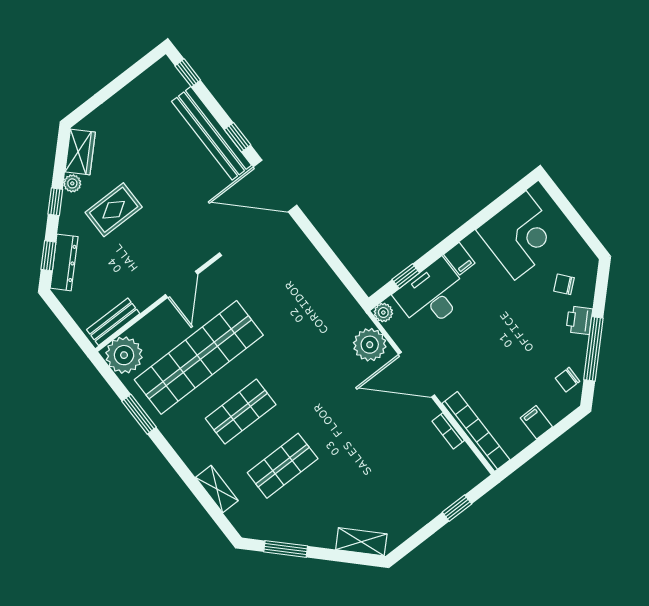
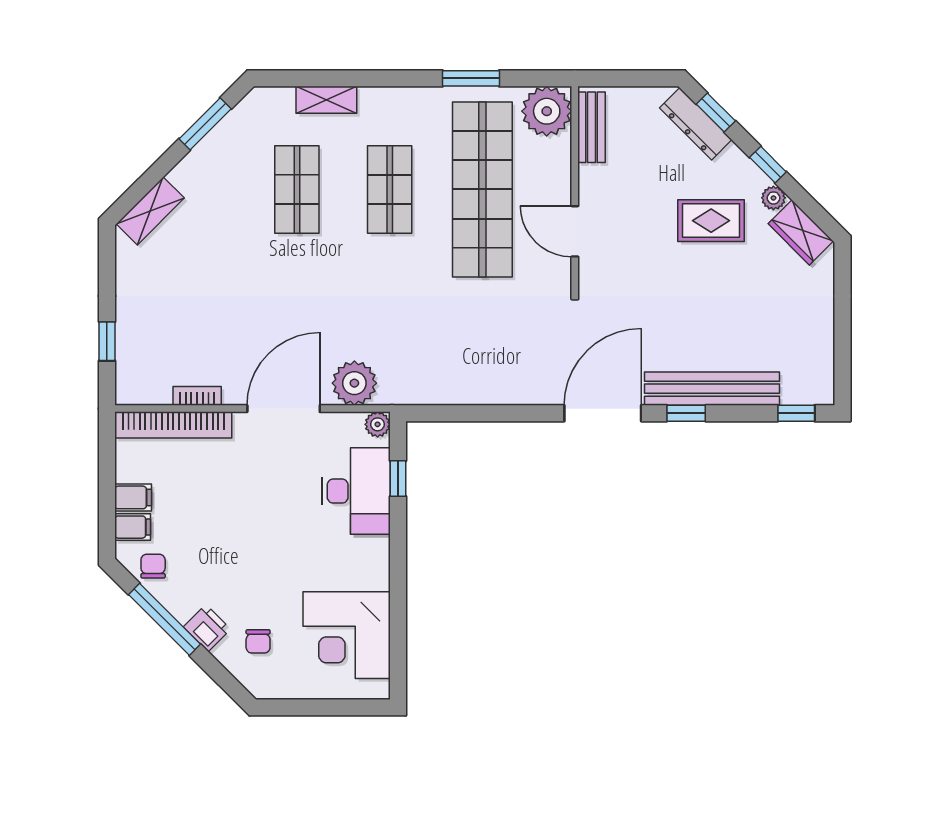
rug: (114, 210) -> (711, 221), turned 90
filing cabinet: (459, 259) -> (133, 527), moved, turned 180
chair: (564, 284) -> (258, 641), turned 130

